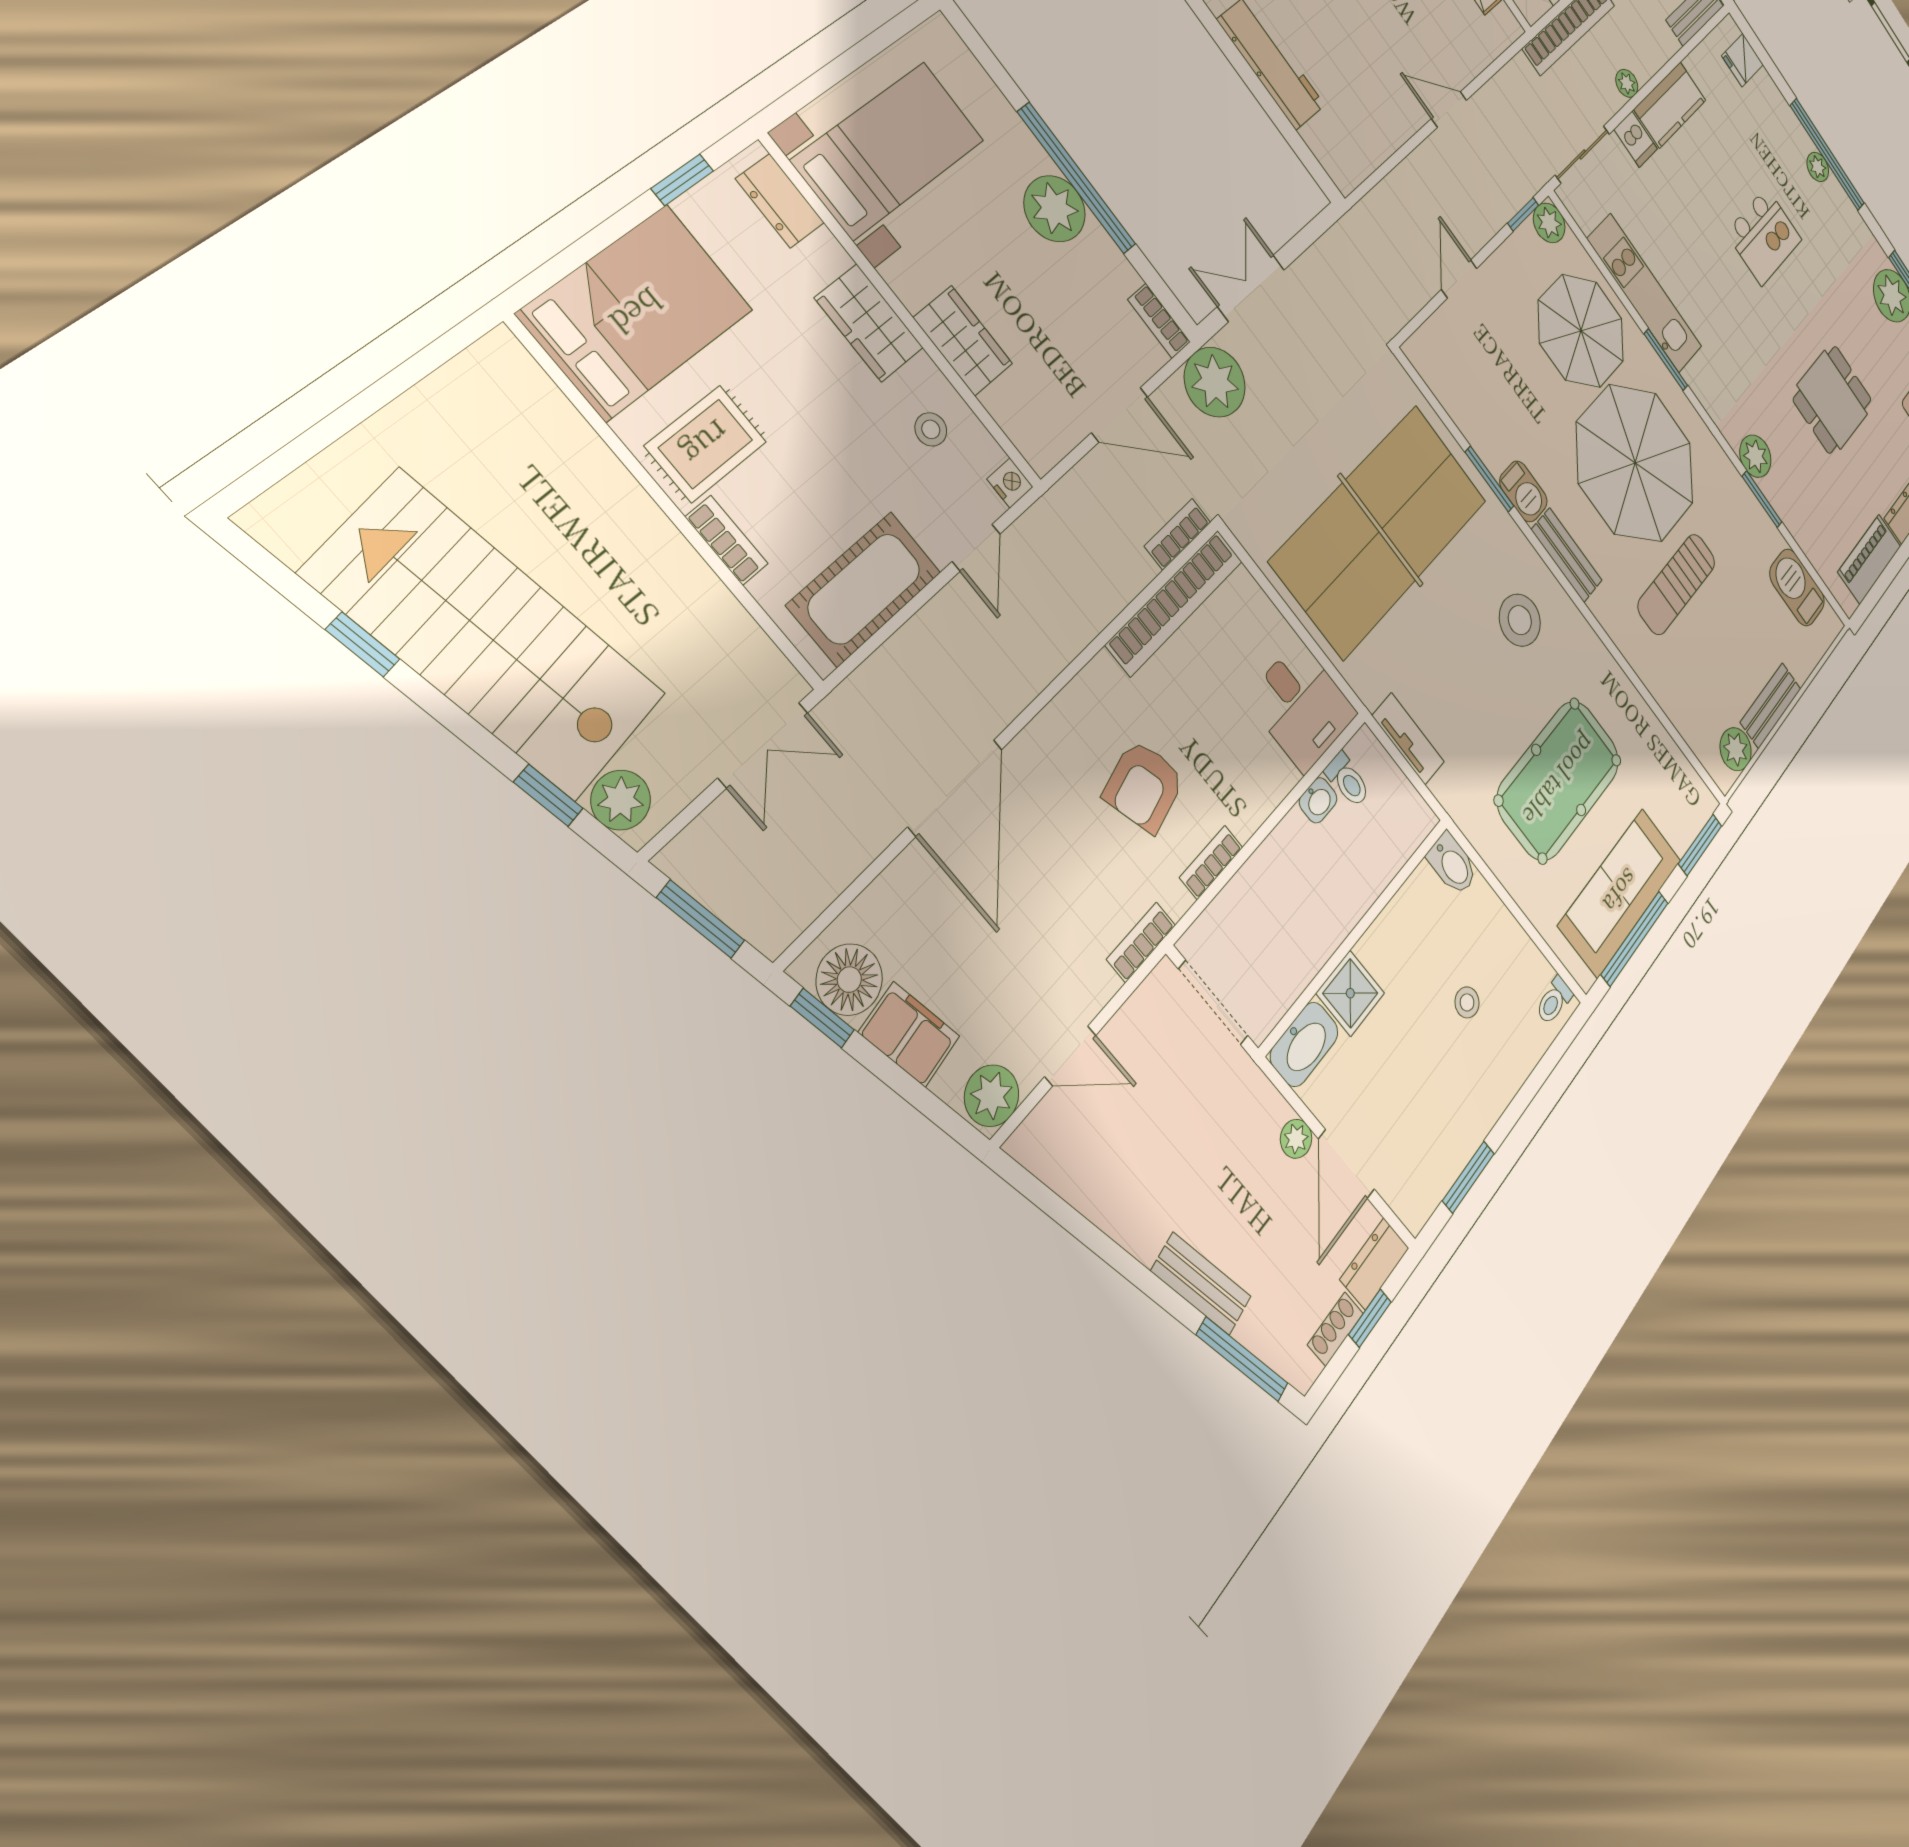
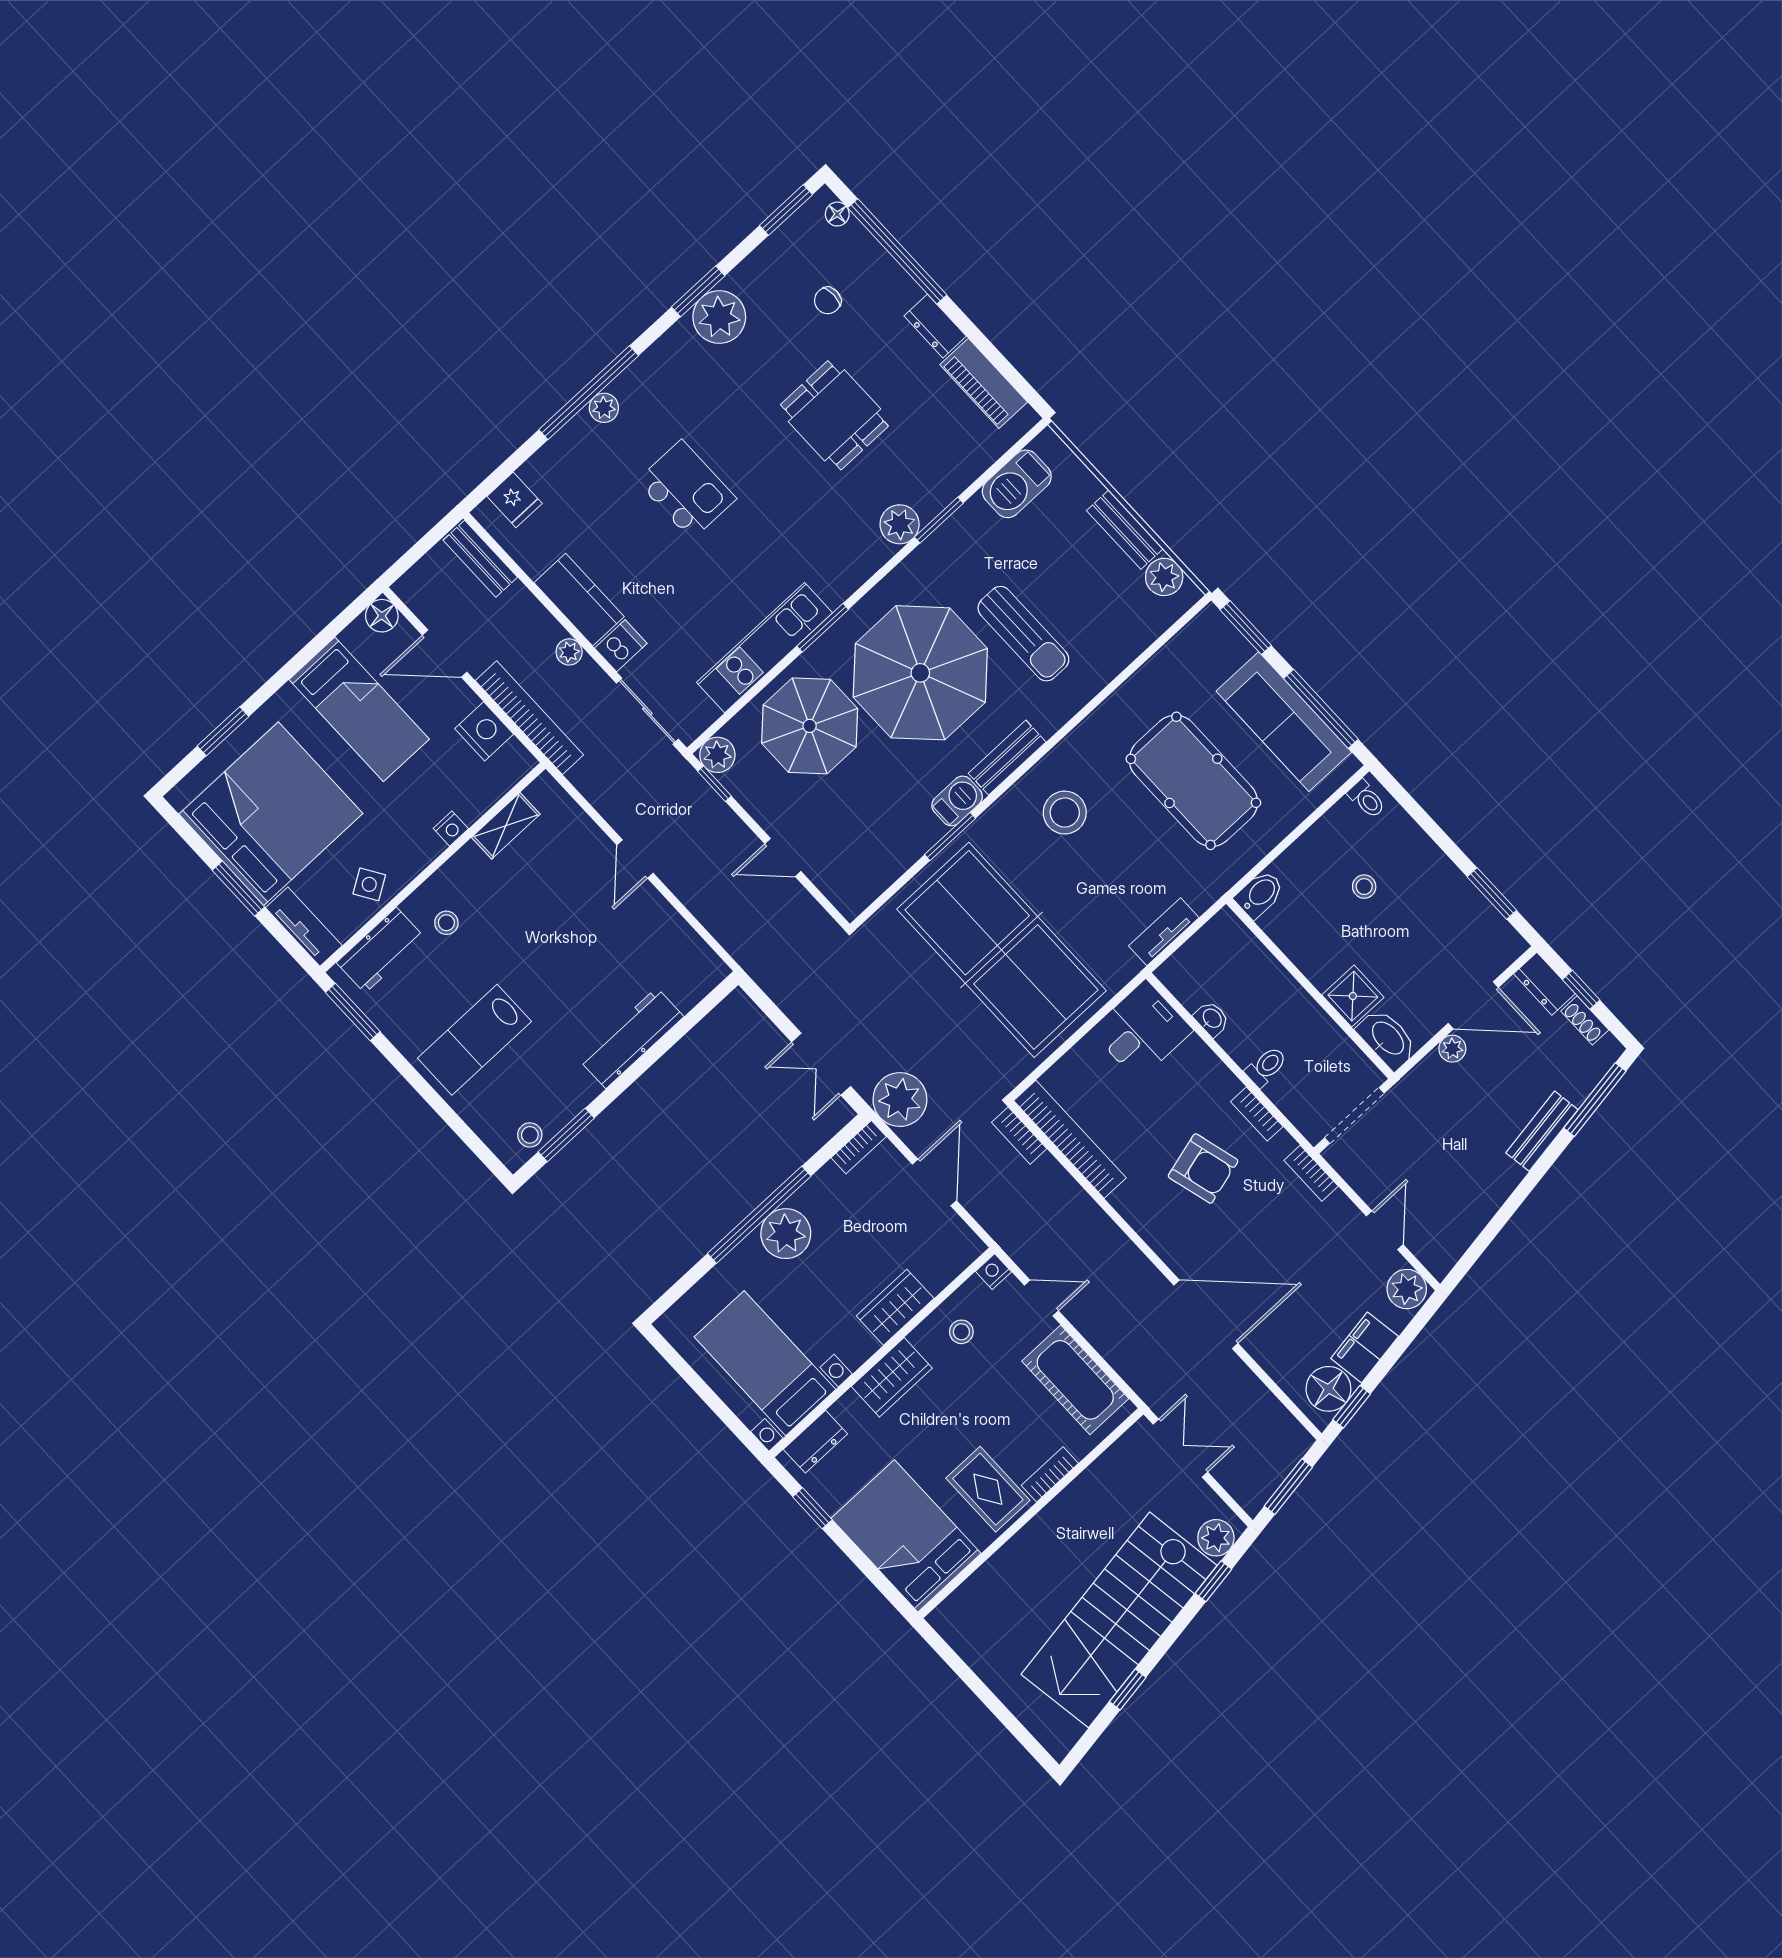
toilet: (1347, 780) -> (1266, 1067), moved

